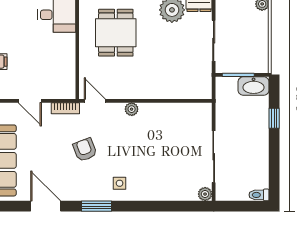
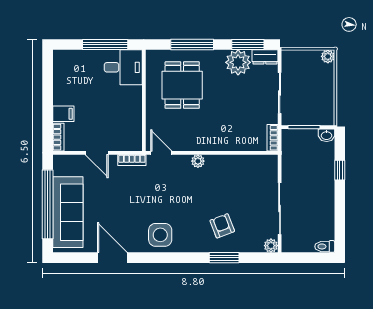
bookcase: (207, 86) -> (272, 138), added
washbasin: (254, 86) -> (327, 135), width x0.52, depth x0.69
armchair: (85, 150) -> (222, 226), moved
side table: (120, 183) -> (160, 235), moved, width x1.87, depth x1.87
window: (97, 206) -> (224, 258), moved

